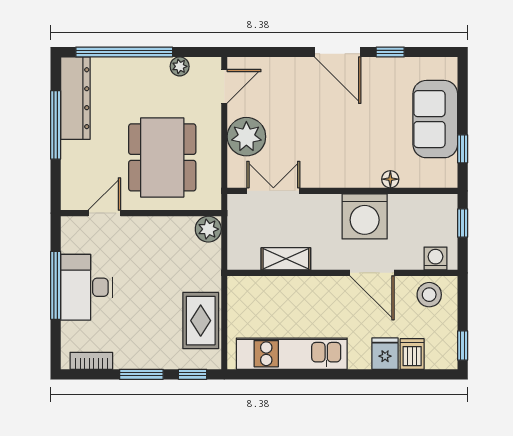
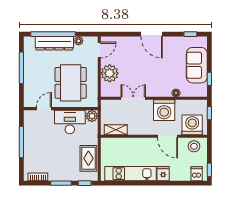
window: (390, 52) -> (190, 34), moved
dresser: (75, 98) -> (54, 43), moved, turned 90
double door: (273, 191) -> (133, 98), moved
washing machine: (435, 258) -> (192, 125), width x1.89, depth x1.89
shelving: (286, 259) -> (116, 130), moved
desk: (86, 287) -> (70, 122), moved, turned 90
fridge: (385, 354) -> (163, 174), moved
dishwasher: (412, 354) -> (197, 174), moved

